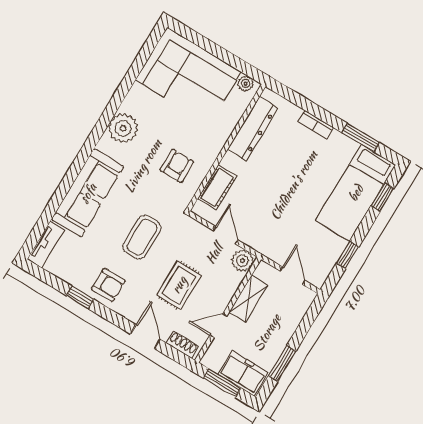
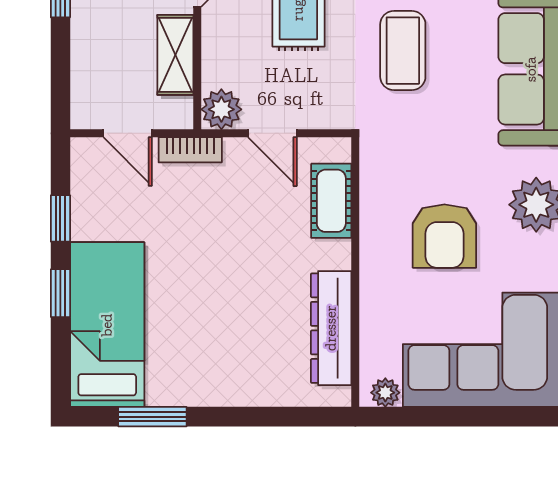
bookcase: (316, 125) -> (190, 150), moved, turned 180
armchair: (177, 166) -> (444, 236), moved, width x1.38, depth x1.38
window: (383, 197) -> (60, 293), moved

